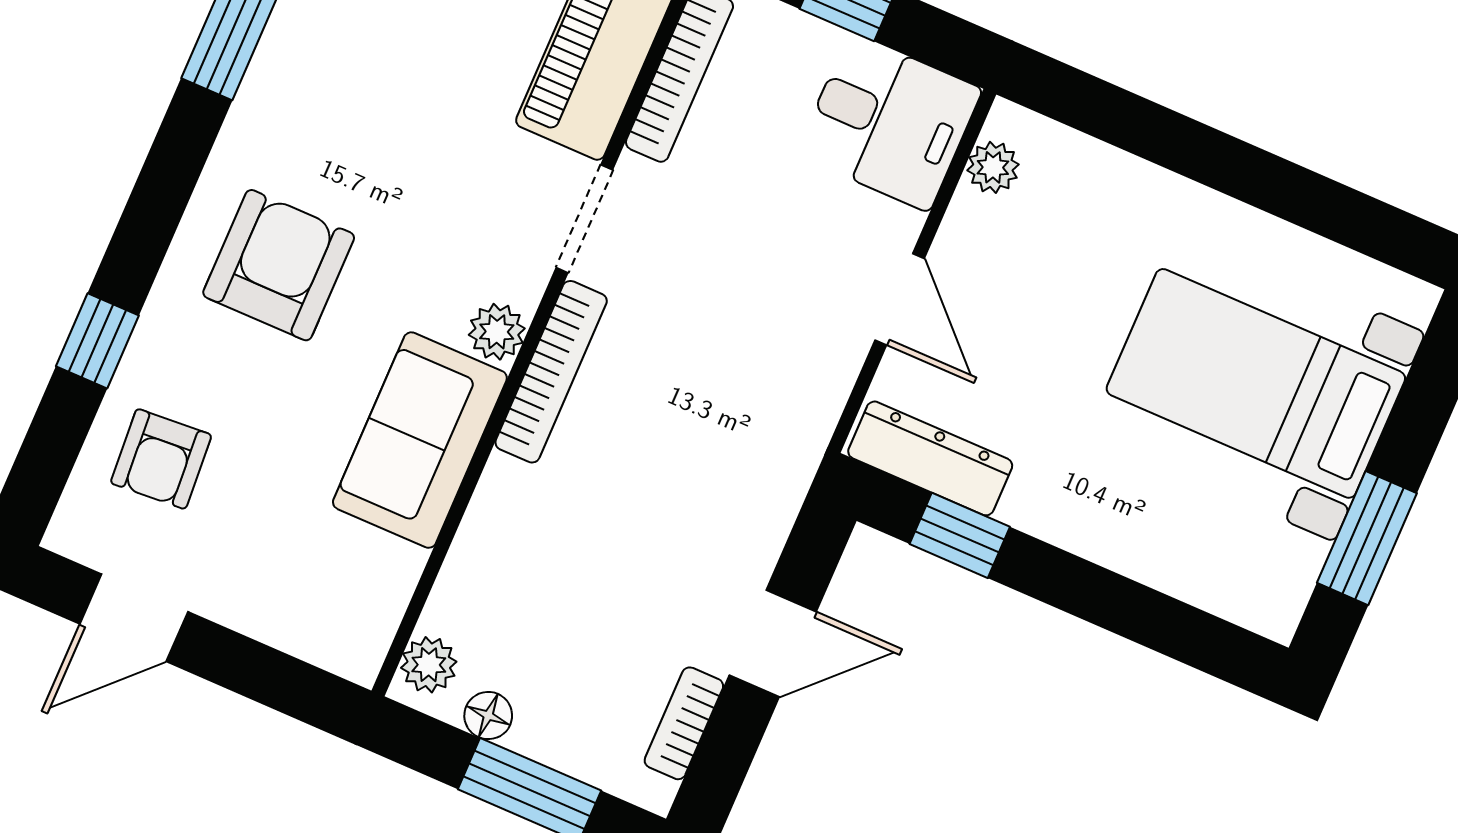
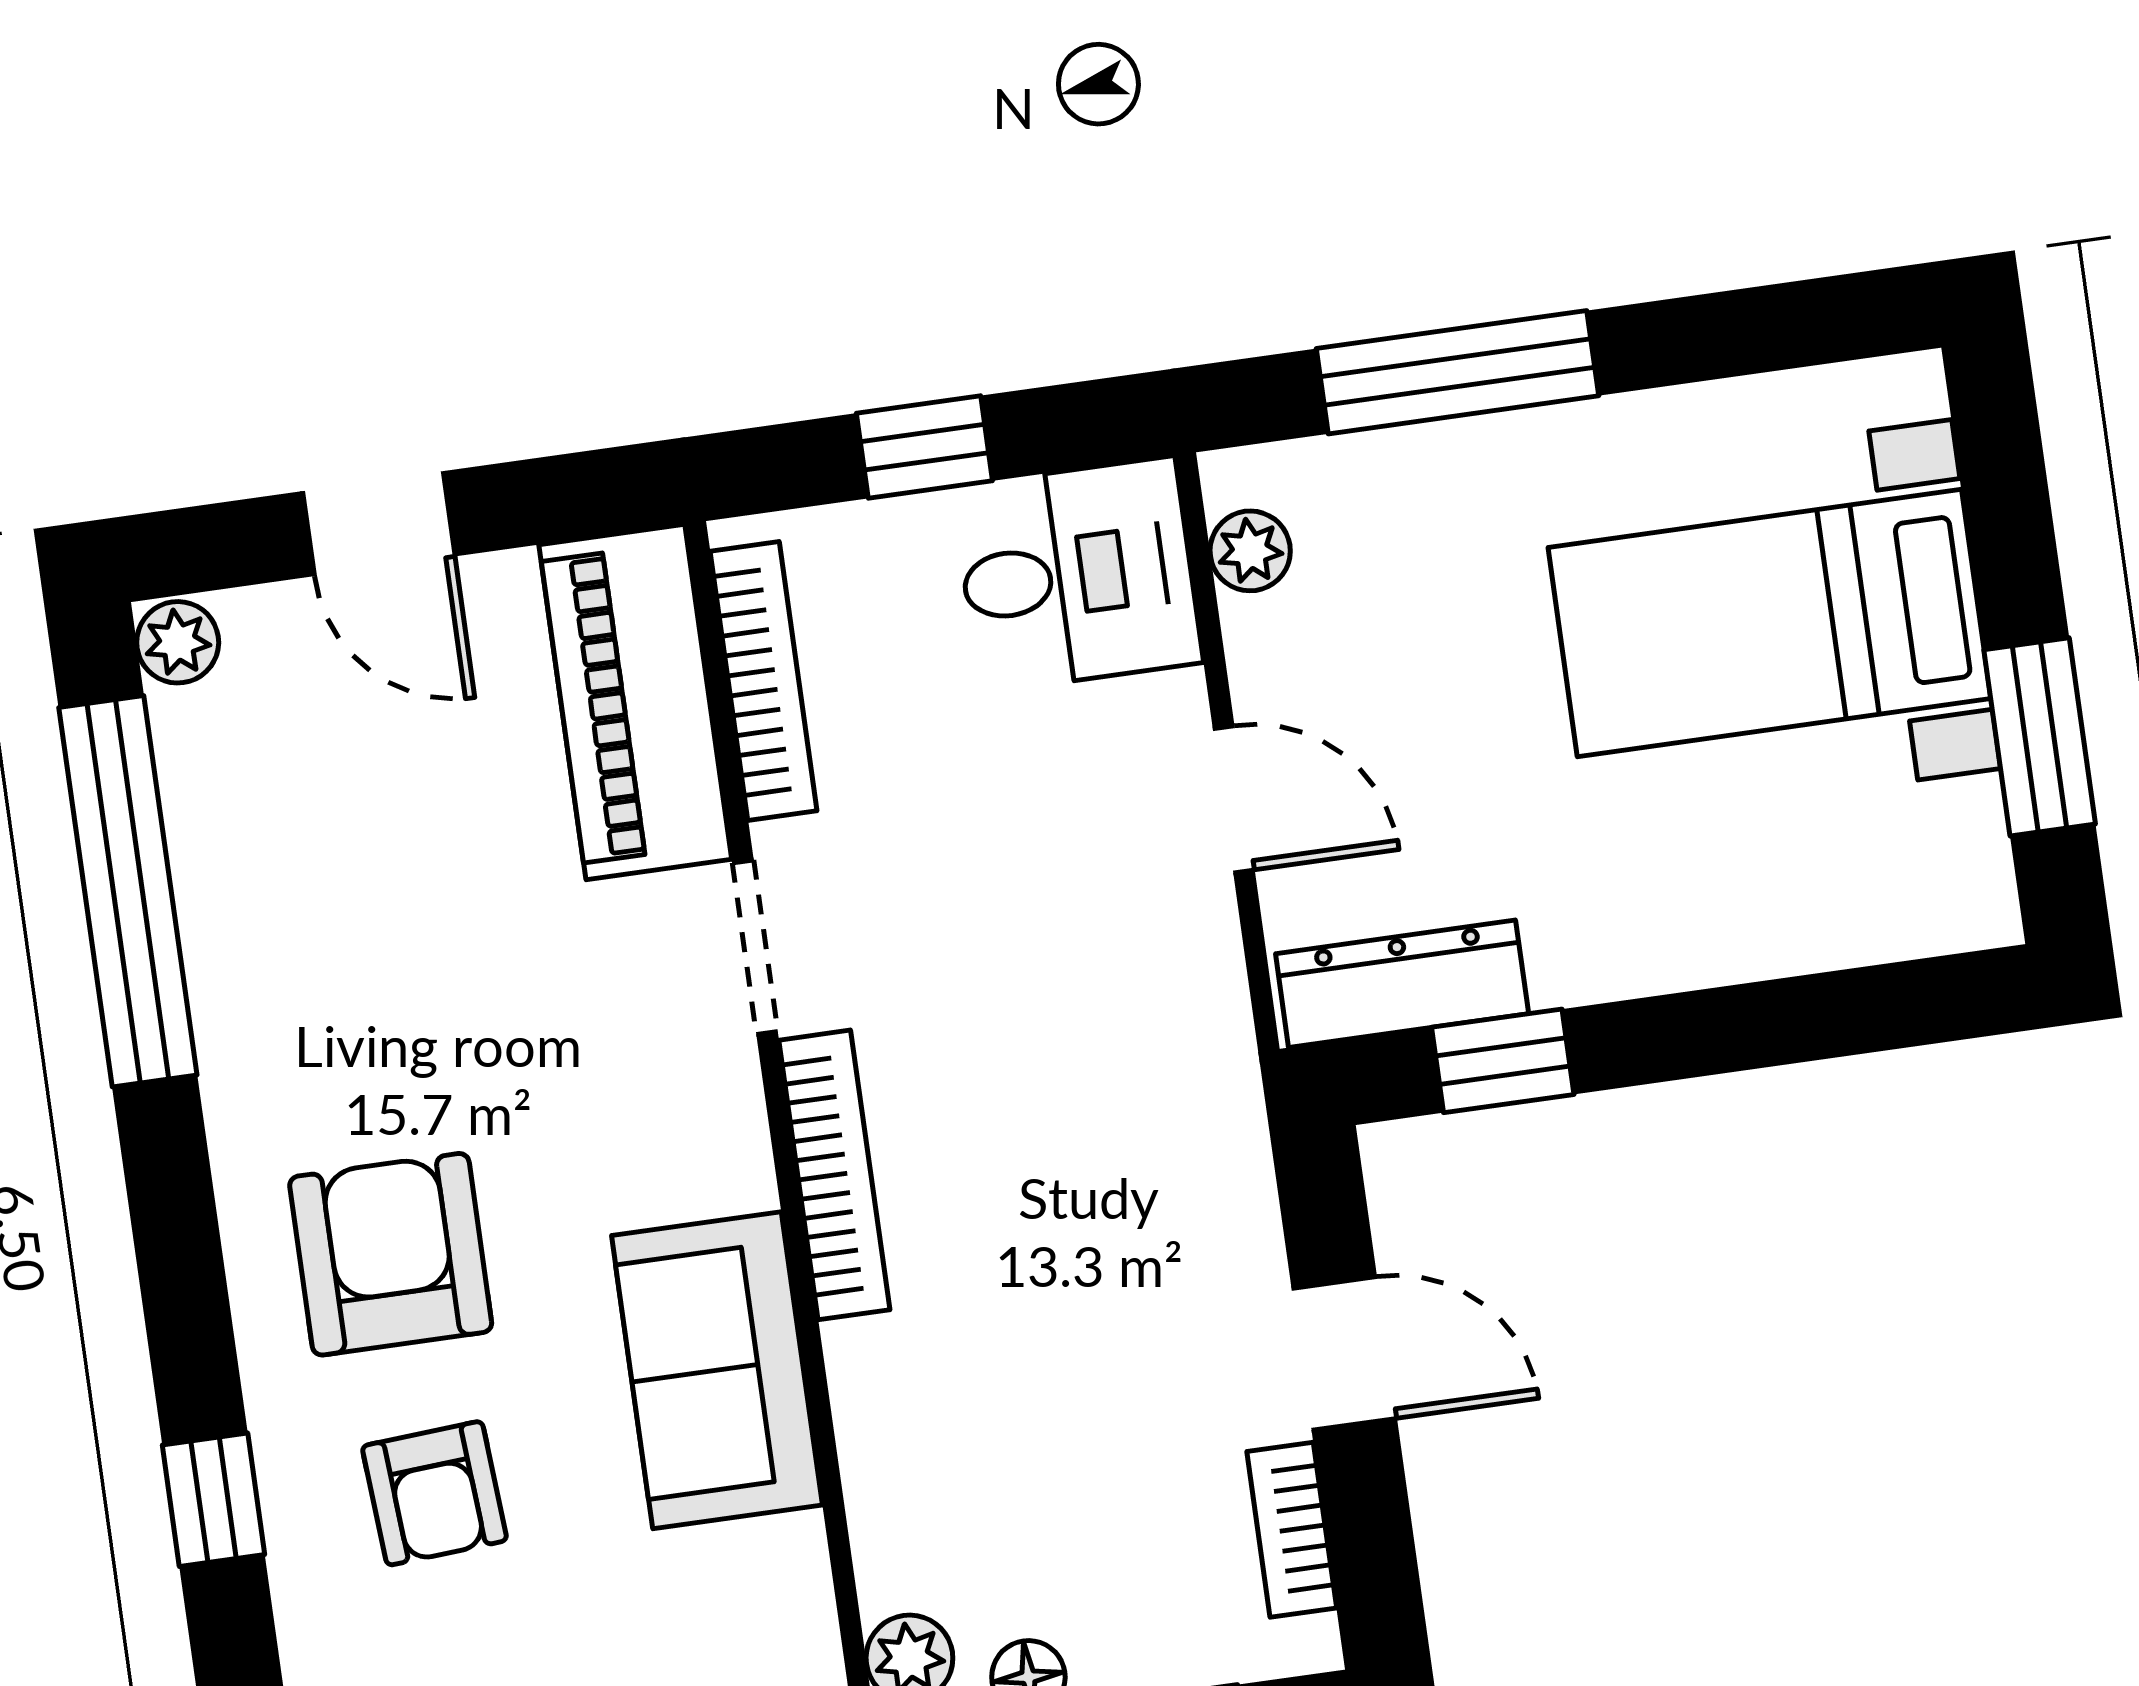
window: (1168, 139) -> (1457, 372), added
plant: (497, 332) -> (731, 1166), removed
armchair: (161, 459) -> (434, 1493), moved
door: (773, 643) -> (1344, 1353), hinge flipped

